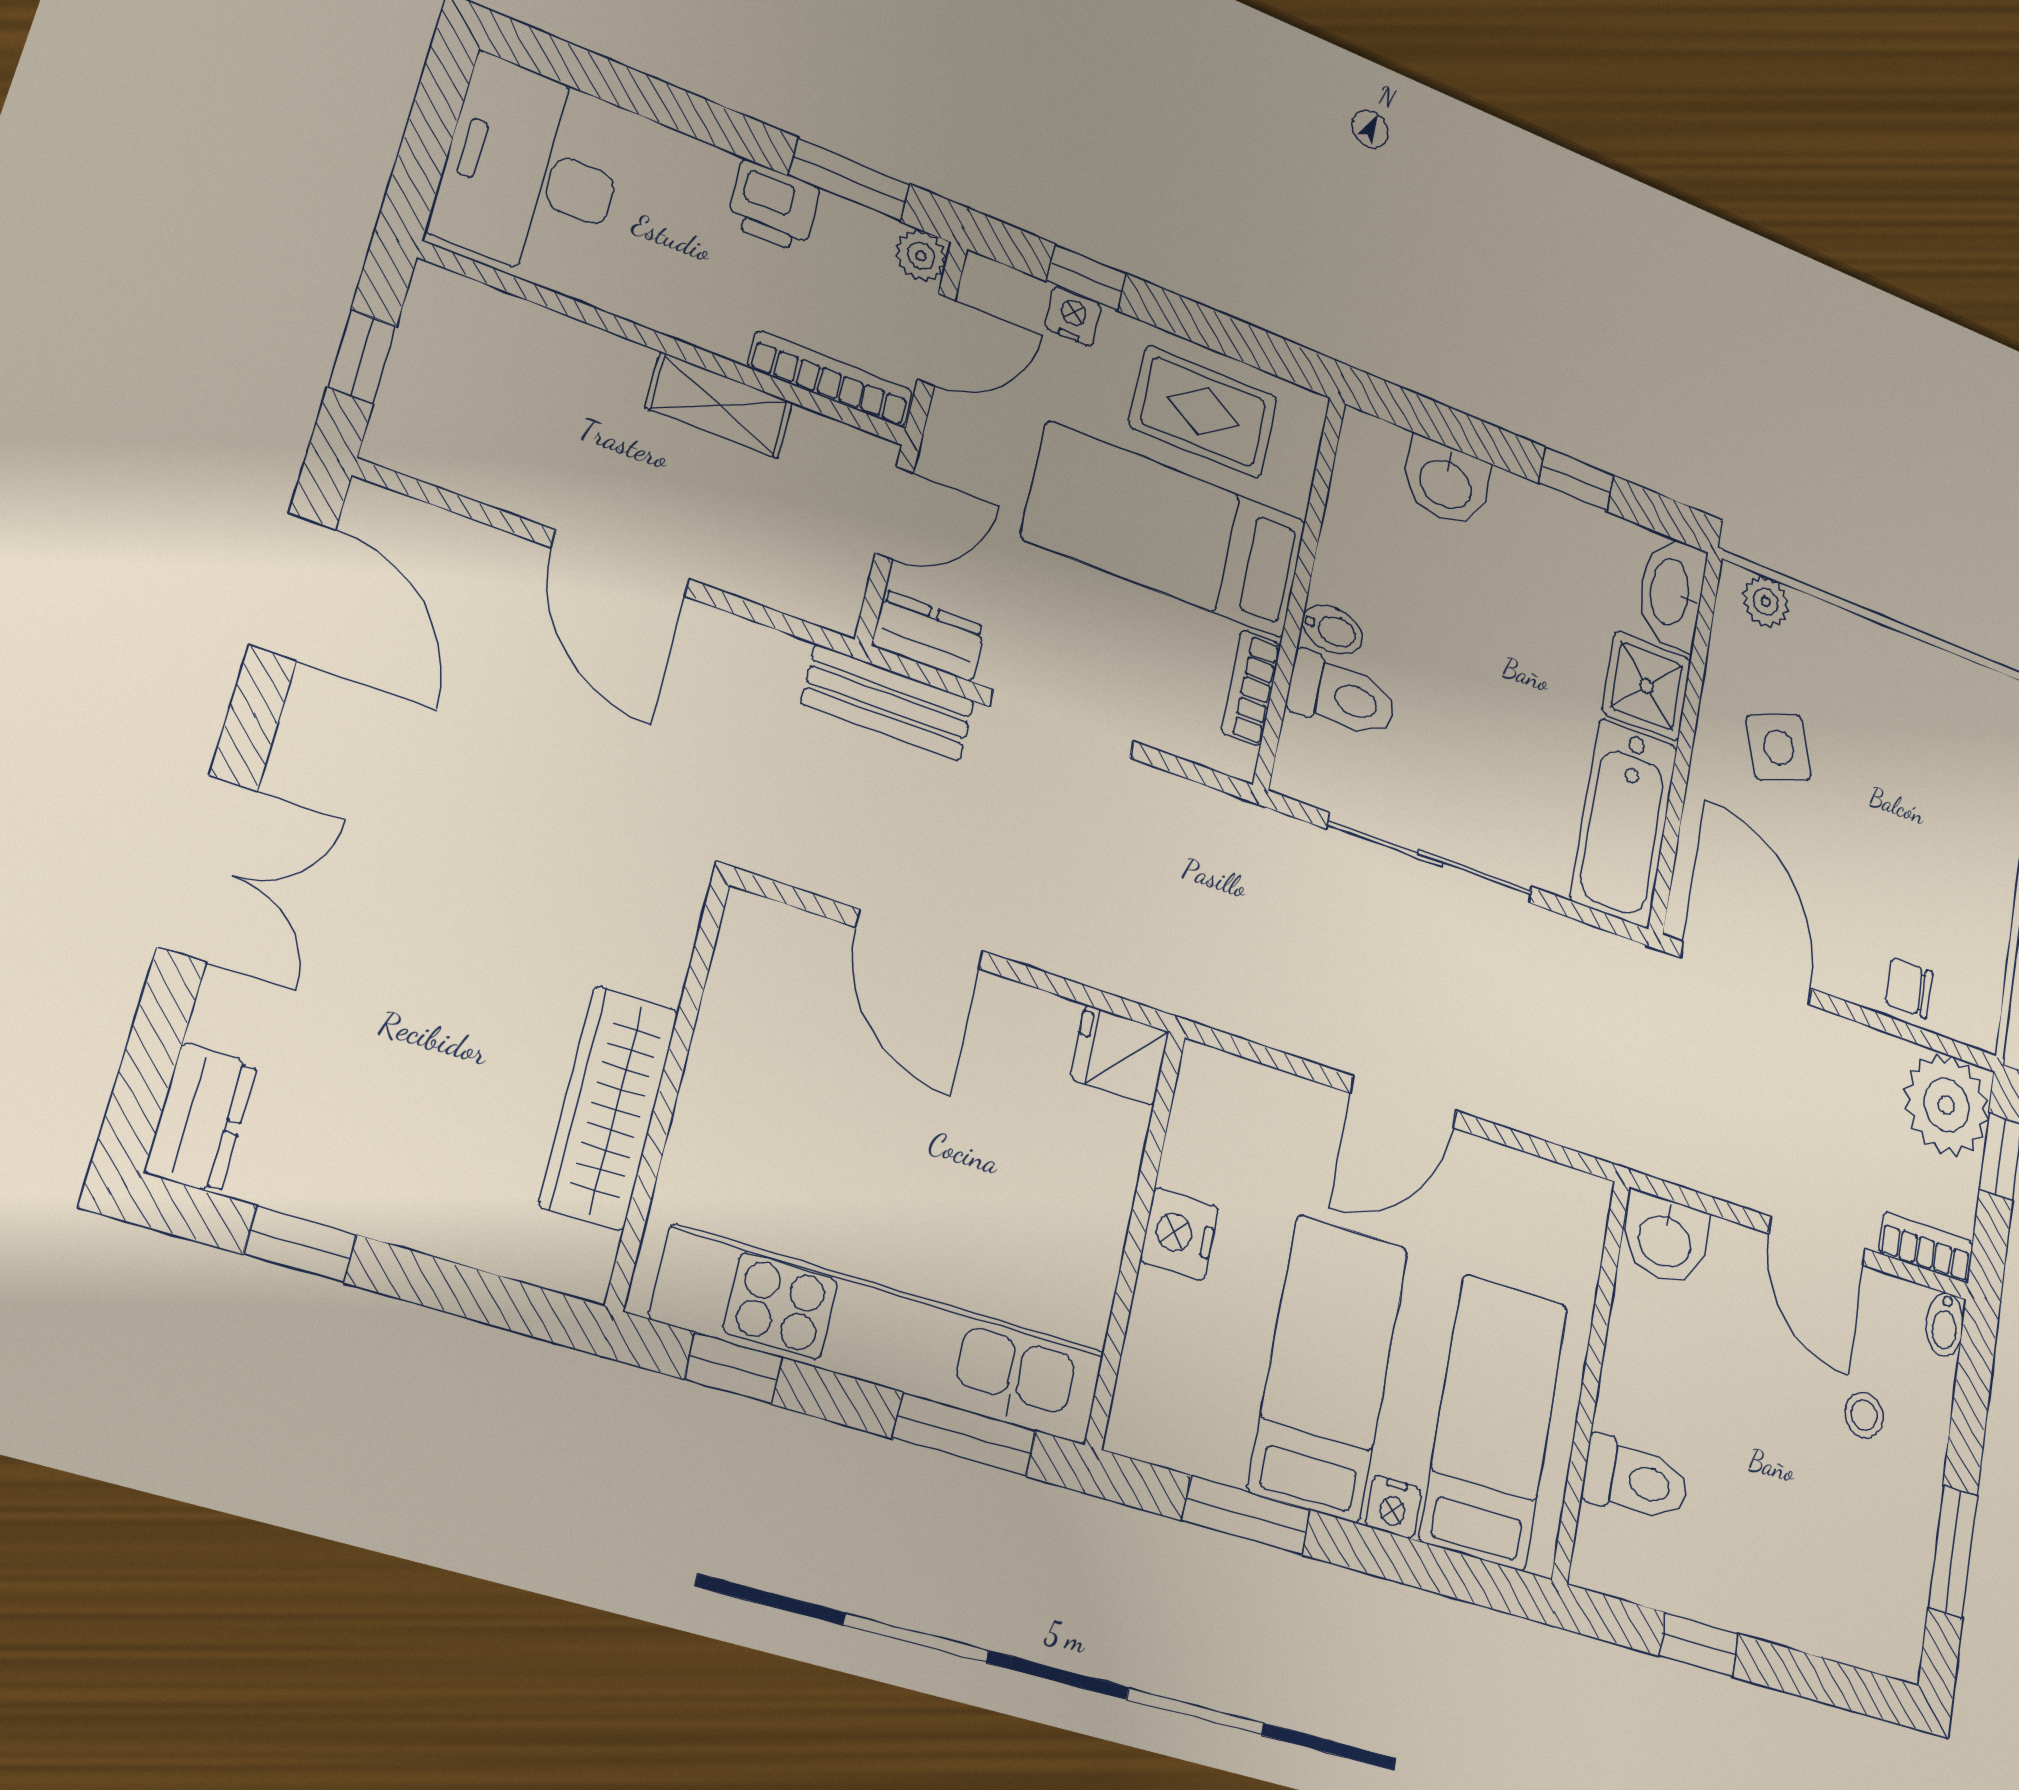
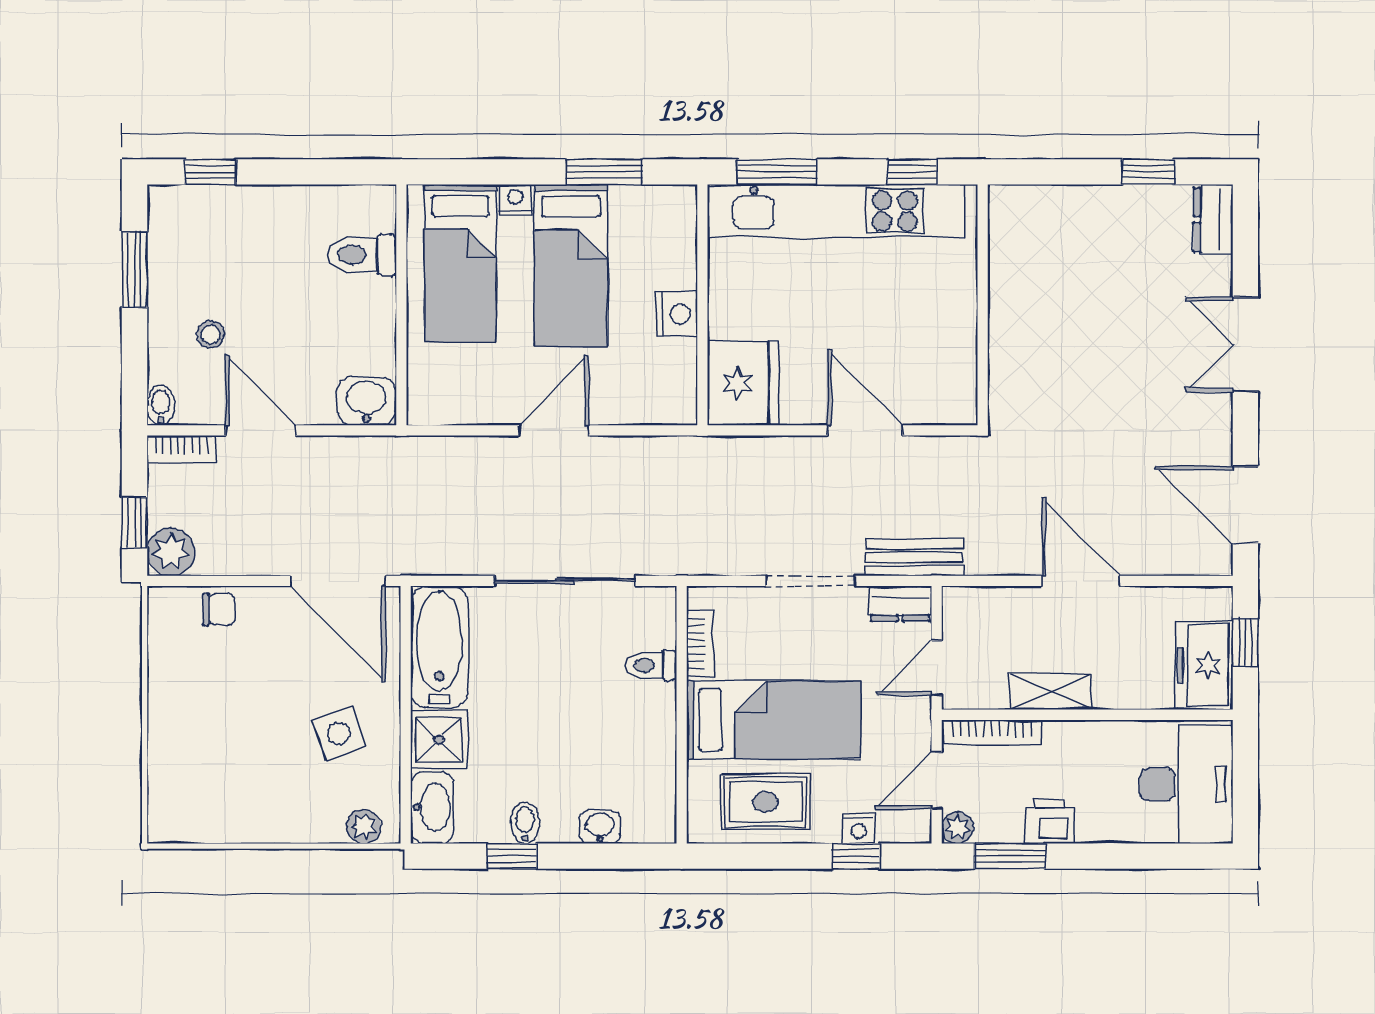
freezer: (446, 347) -> (1204, 665), added
washbasin: (1446, 482) -> (600, 827), width x0.72, depth x0.69
bidet: (1332, 630) -> (525, 823), moved, turned 90
toilet: (1342, 696) -> (651, 665), width x0.73, depth x0.72
fridge: (1120, 1055) -> (743, 383), width x1.88, depth x1.34
plant: (1946, 1105) -> (171, 552), width x0.73, depth x0.73
wardrobe: (609, 1108) -> (1012, 287), removed
window: (1699, 1645) -> (210, 172), moved

